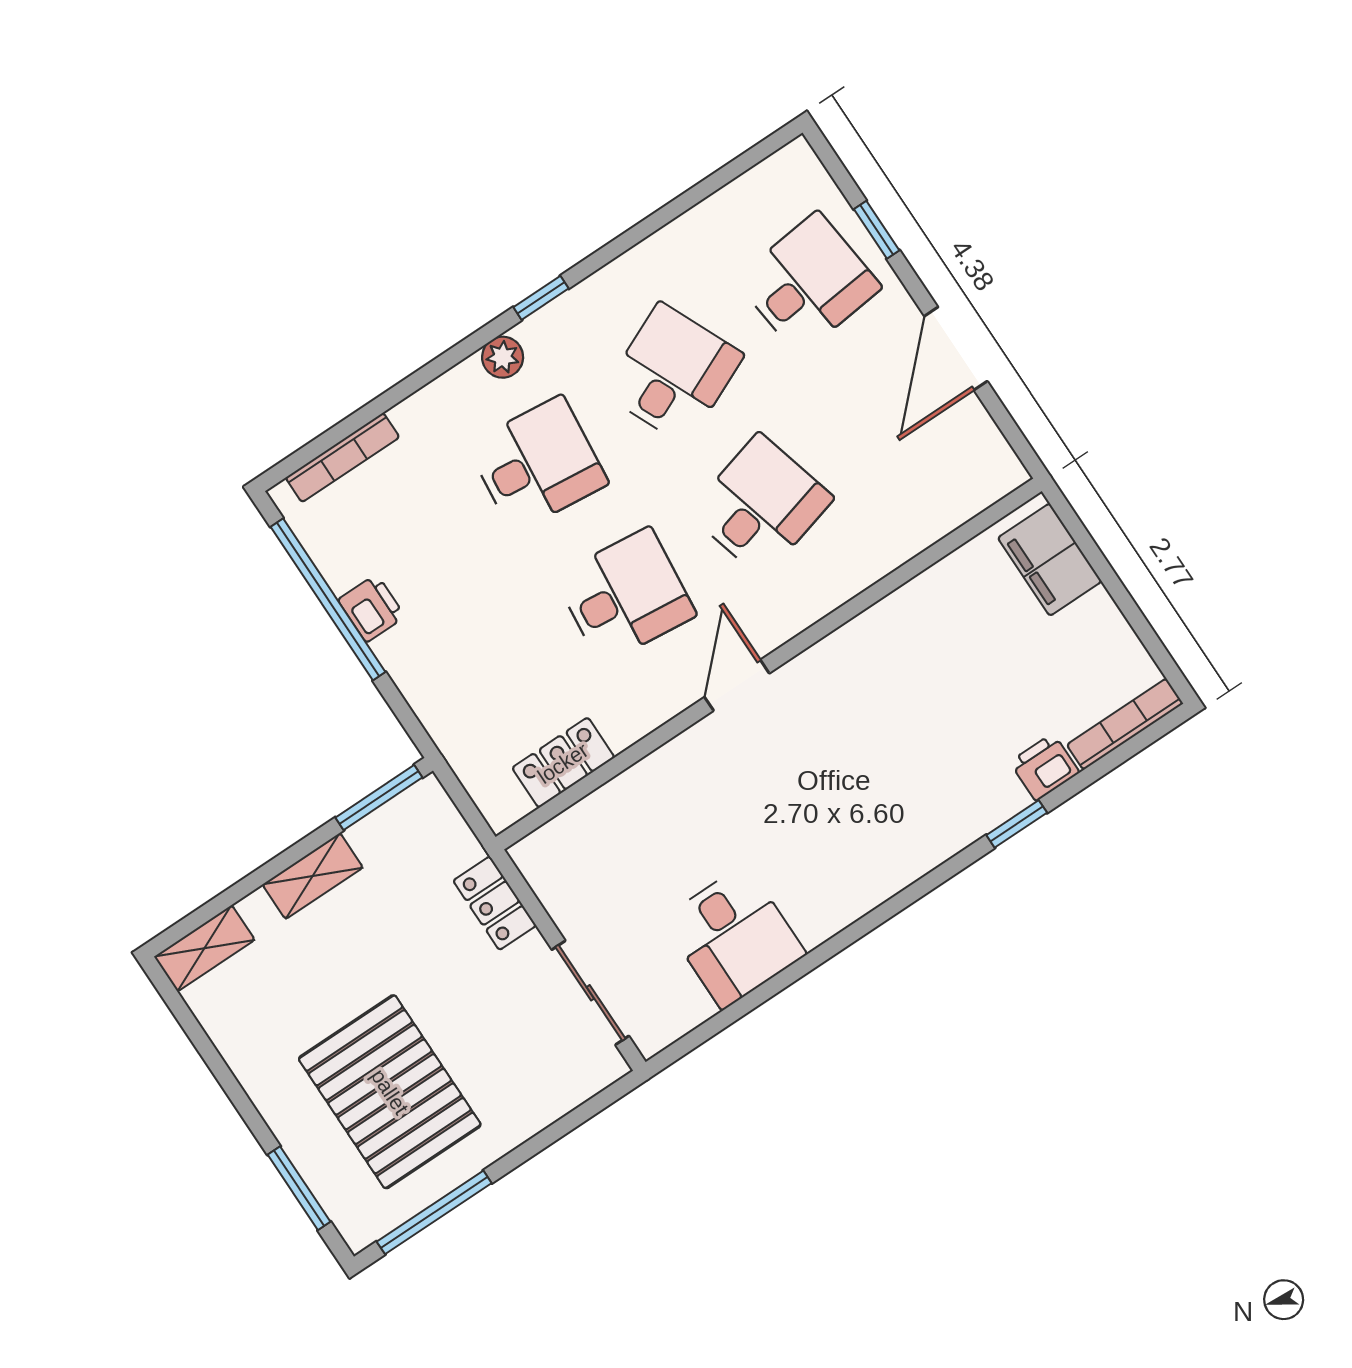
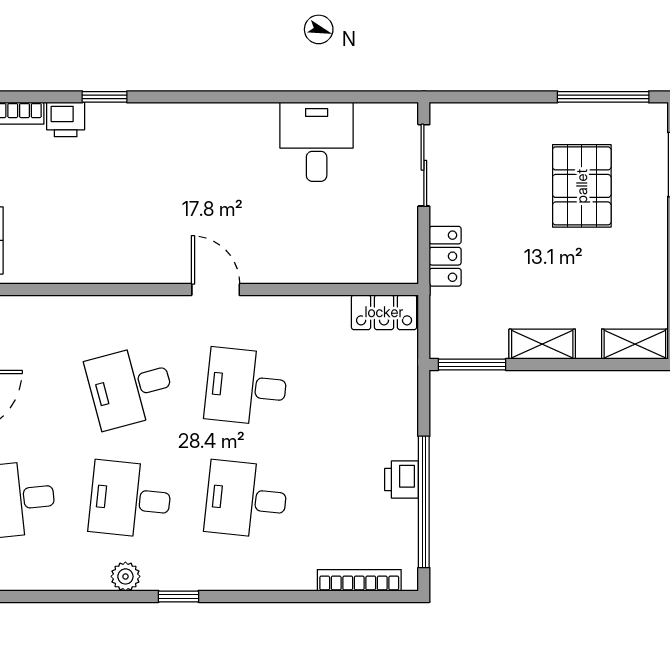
plant: (503, 357) -> (125, 576), moved
desk: (673, 374) -> (130, 499), turned 30
door: (737, 685) -> (216, 290), swing flipped
locker: (563, 763) -> (384, 312), moved
pallet: (390, 1092) -> (582, 186), width x0.73, depth x0.71

